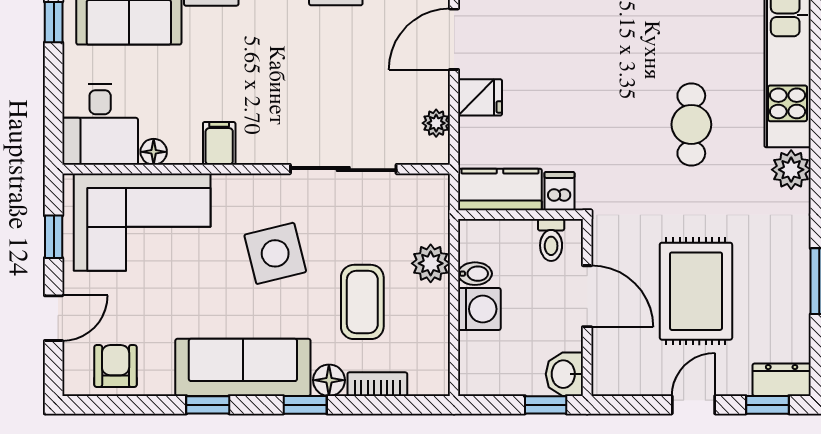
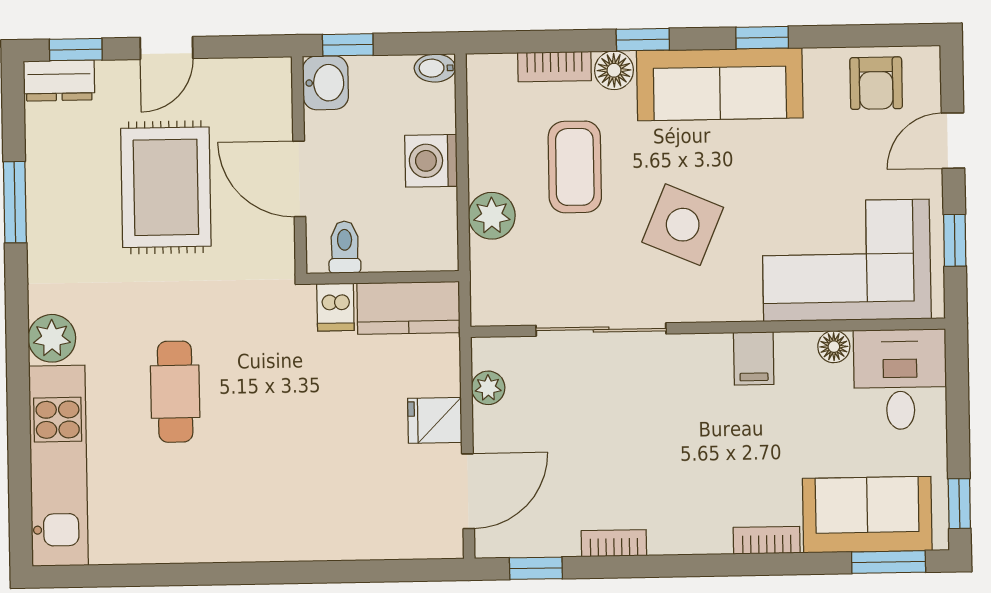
side table: (275, 253) -> (683, 225), turned 37
bidet: (475, 274) -> (435, 68), moved

